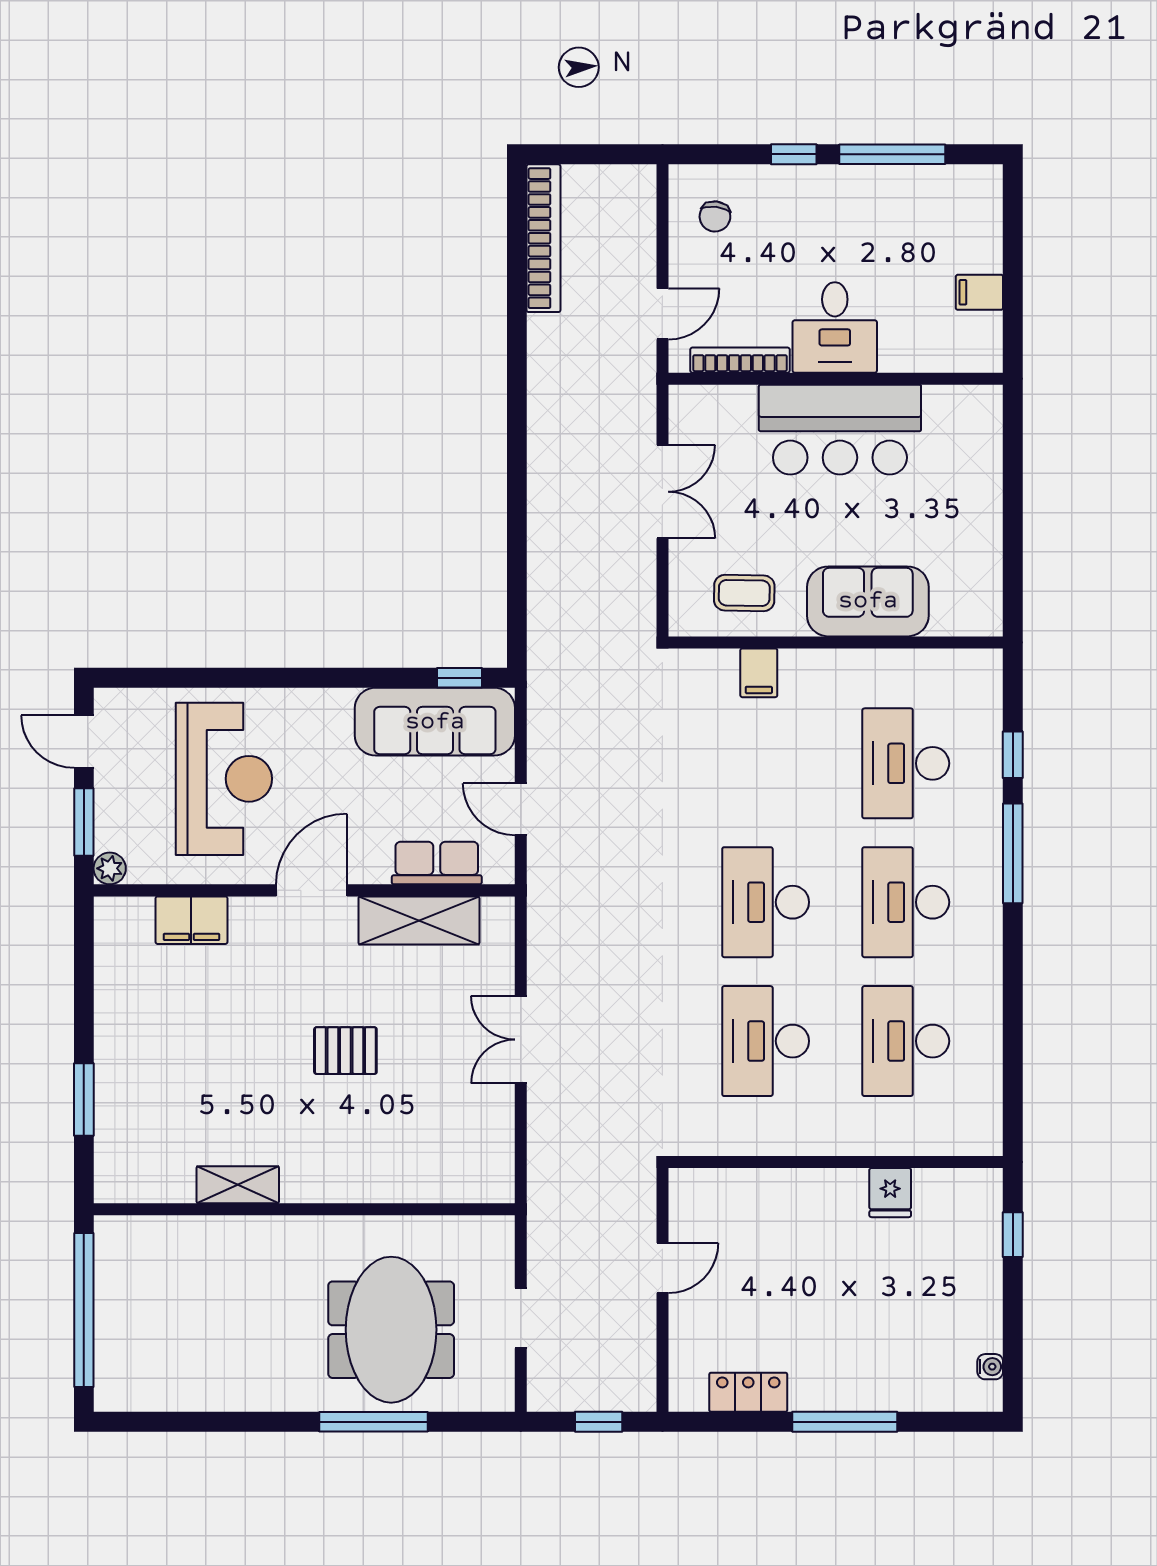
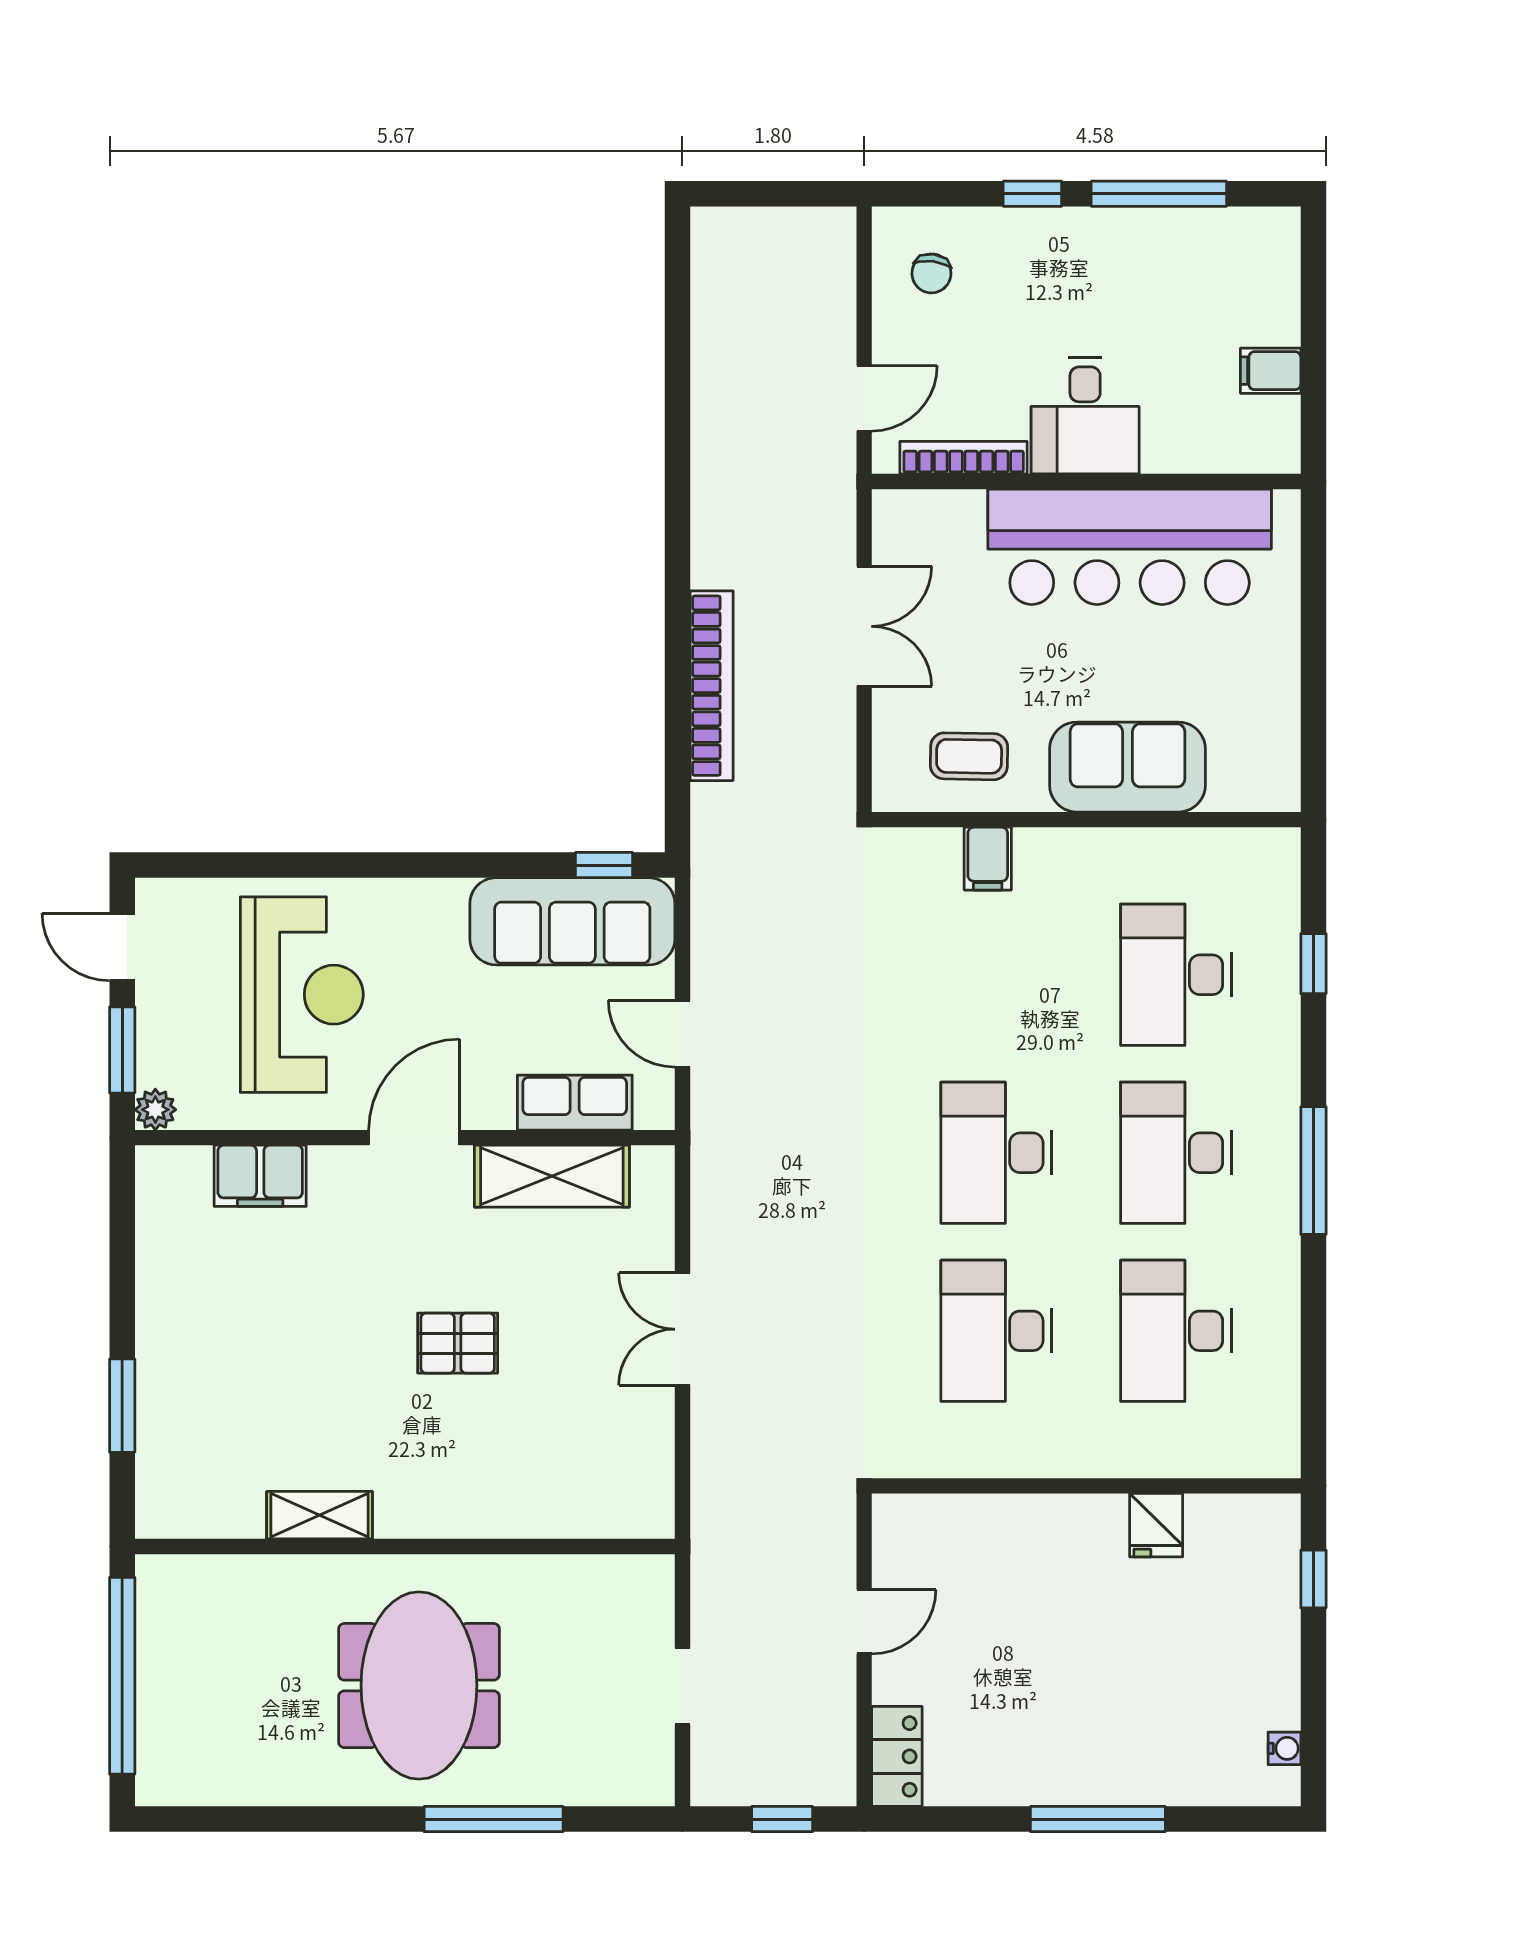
bookcase: (543, 238) -> (712, 686), moved
bar counter: (840, 430) -> (1130, 547), width x1.36
window: (1013, 853) -> (1313, 1171), moved
meeting table: (391, 1330) -> (419, 1686), moved
locker: (748, 1392) -> (897, 1756), moved, turned 90

